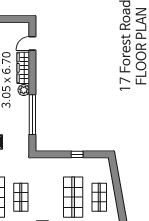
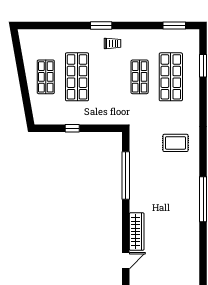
plant: (24, 90) -> (136, 205), removed

